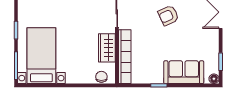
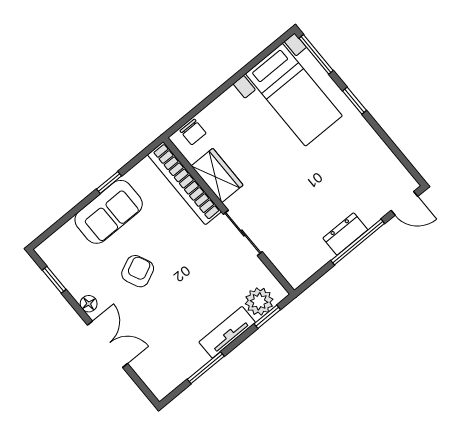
armchair: (168, 15) -> (138, 271), moved
sofa: (184, 72) -> (109, 212), moved
floor lamp: (214, 79) -> (89, 304), moved

